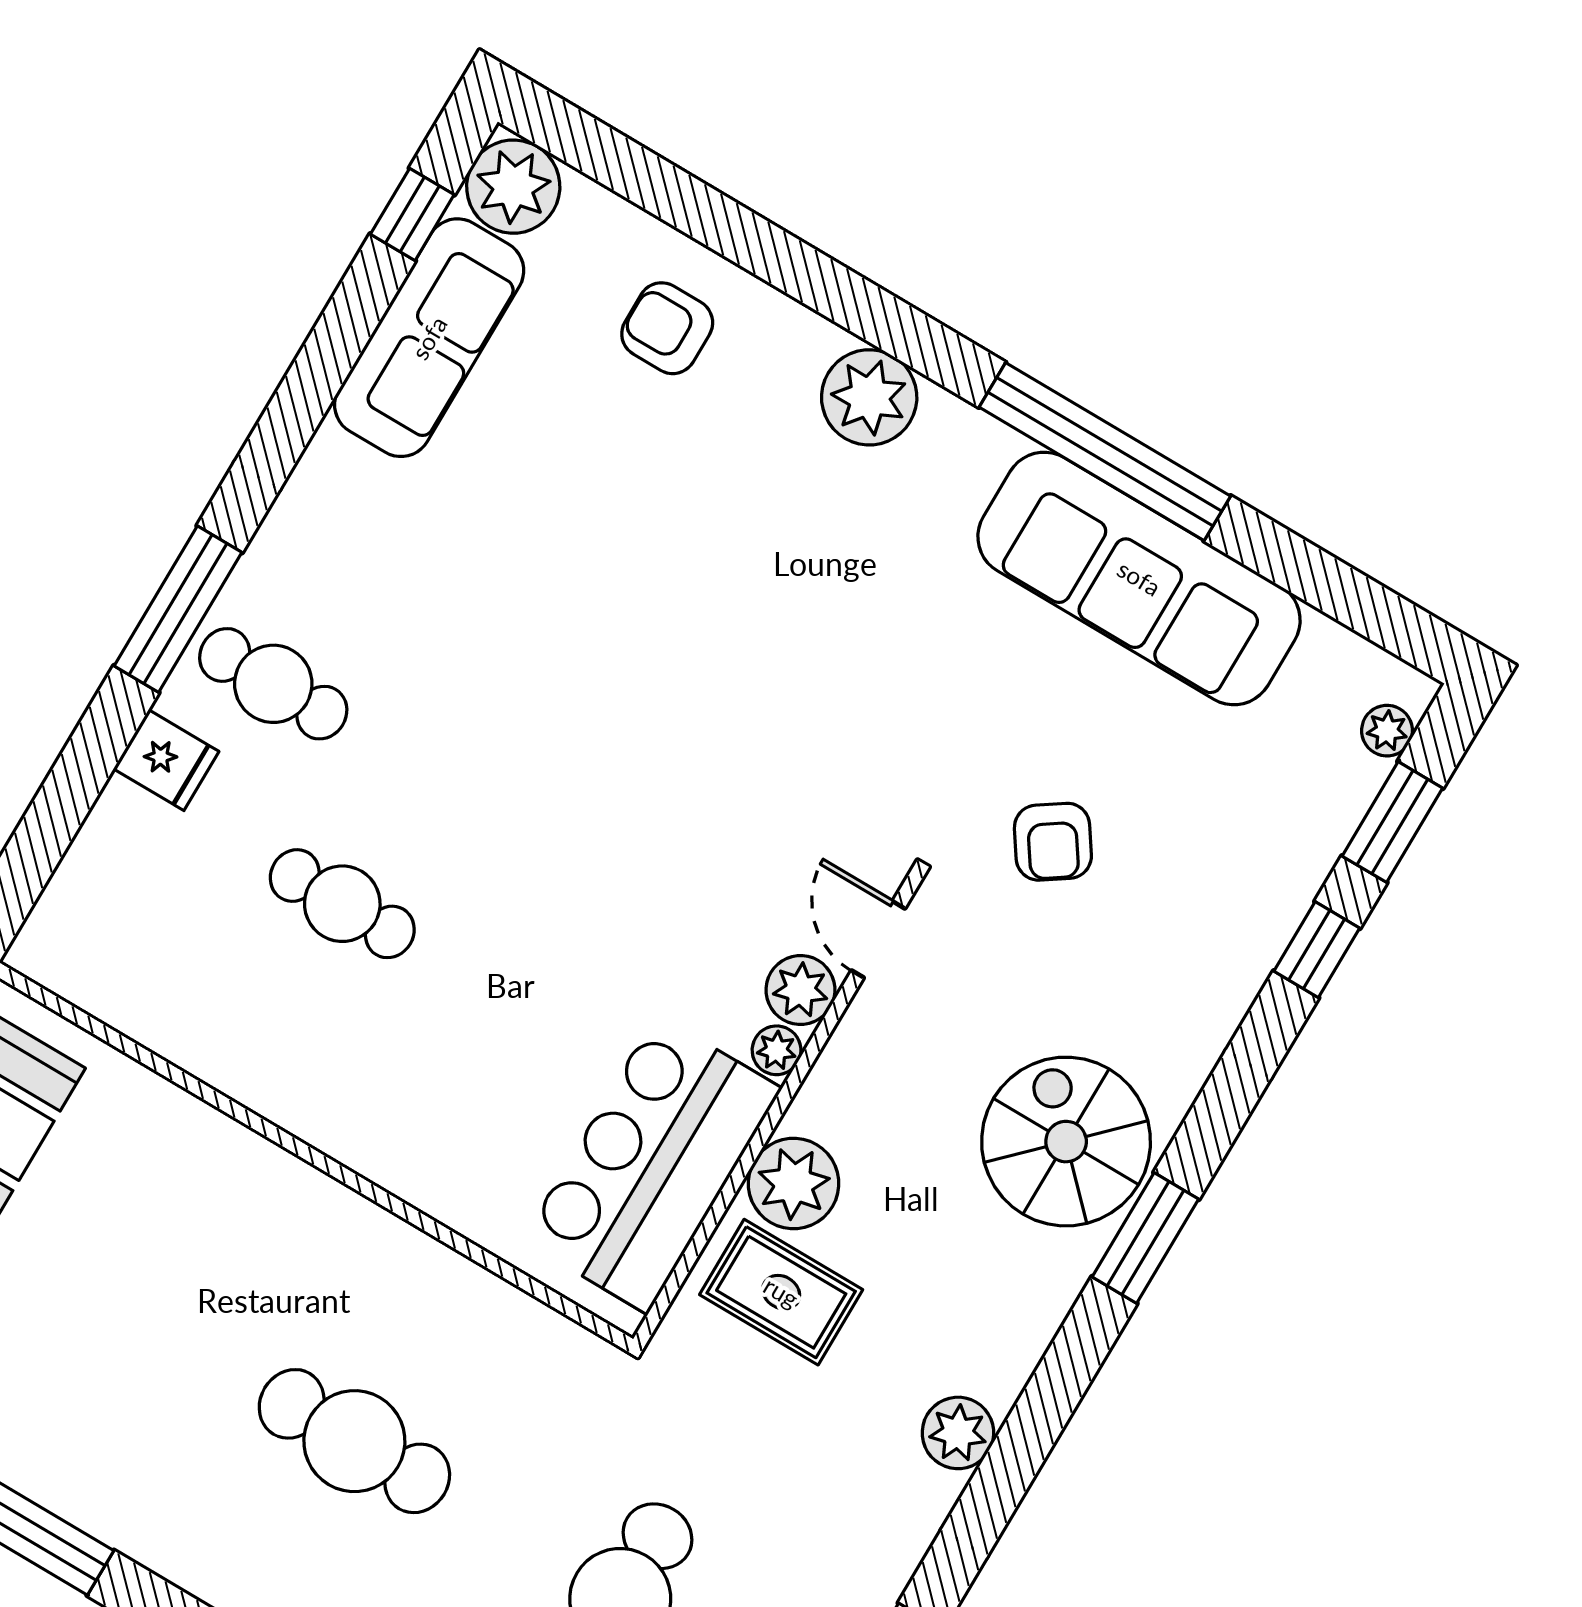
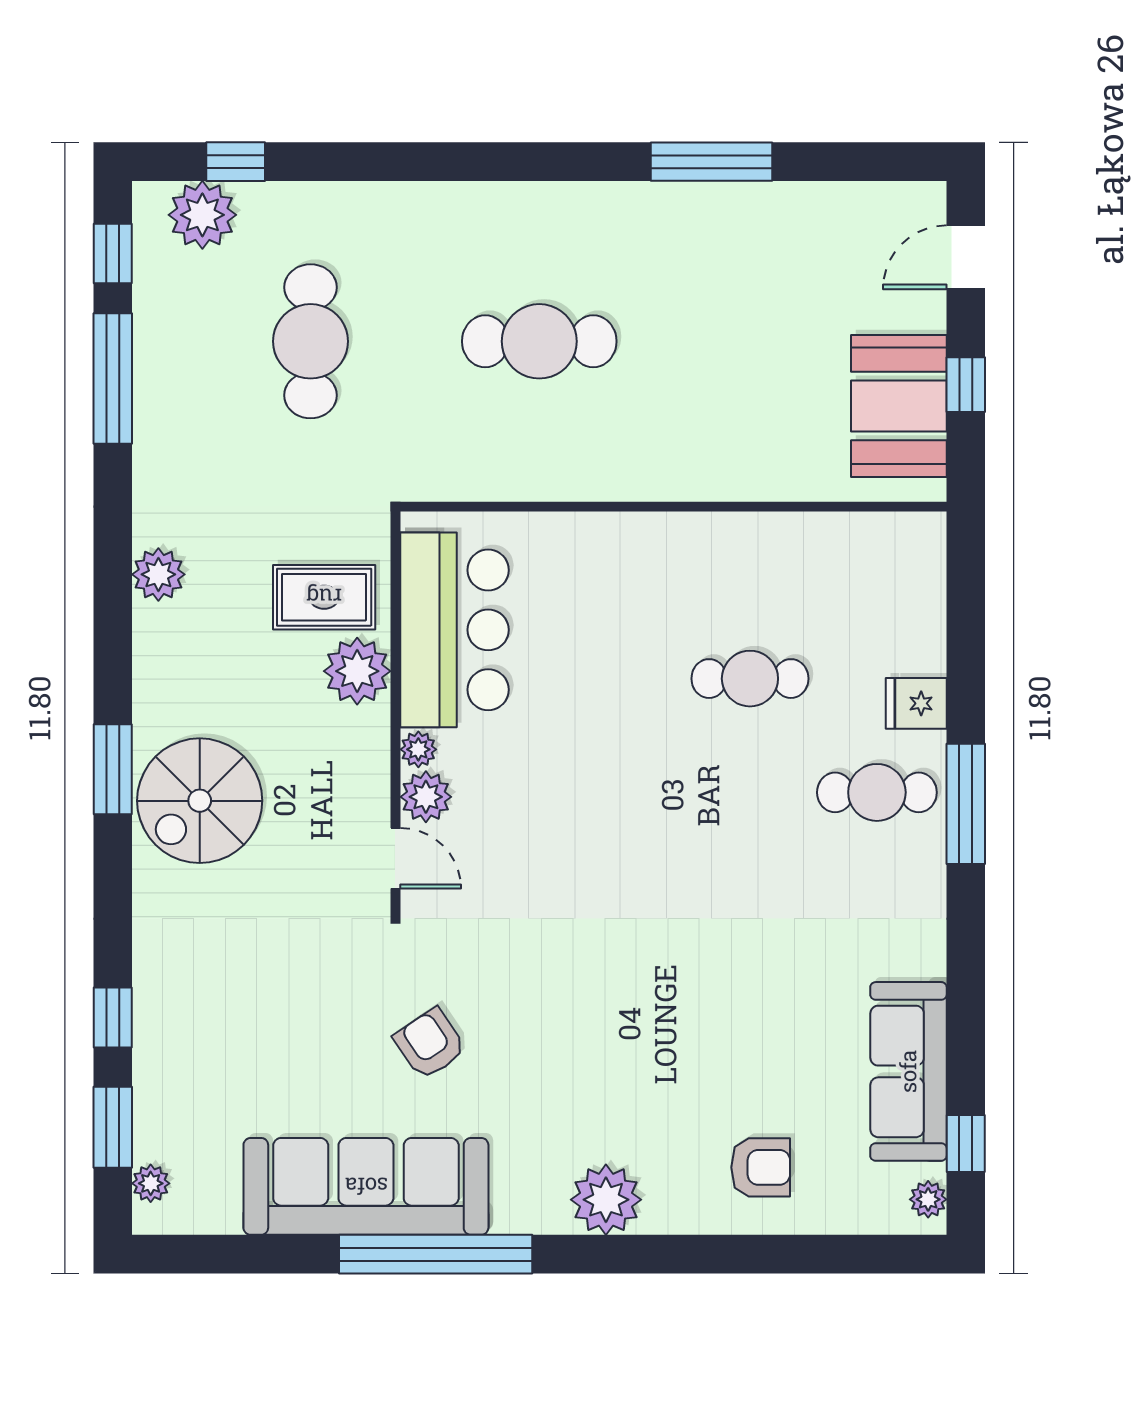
plant: (513, 187) -> (928, 1199), width x0.53, depth x0.53
armchair: (1053, 842) -> (430, 1044), moved
spiral stairs: (1066, 1142) -> (200, 801), turned 90

